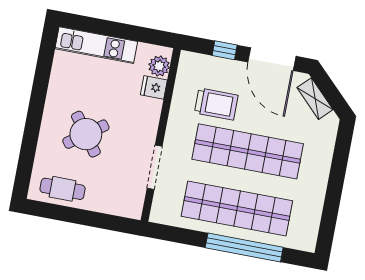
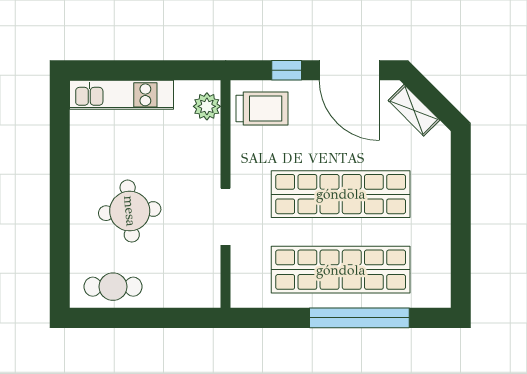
fridge: (154, 87) -> (205, 135), removed
trolley: (216, 104) -> (262, 109), moved
round table: (86, 134) -> (130, 211), turned 31
doorway: (155, 167) -> (226, 217), moved

